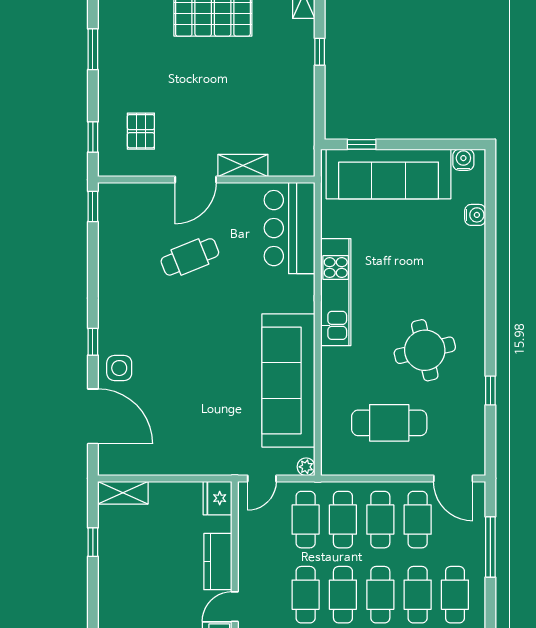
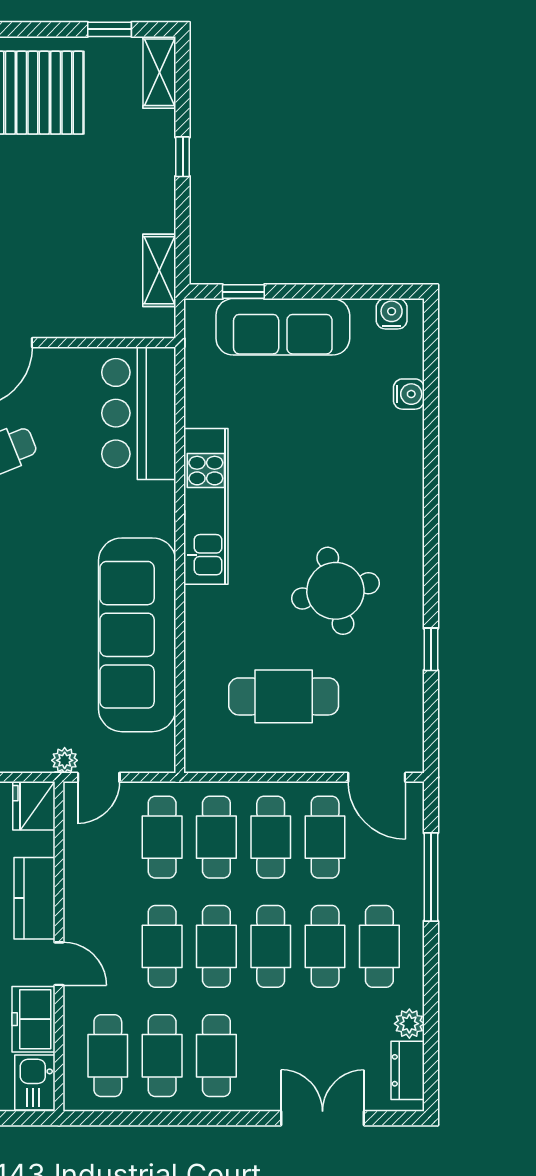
shelving: (243, 165) -> (159, 270), moved, turned 90
sofa: (389, 174) -> (283, 327), width x0.74, depth x0.79
plant: (306, 467) -> (65, 760), moved
door: (235, 607) -> (59, 964), swing flipped

